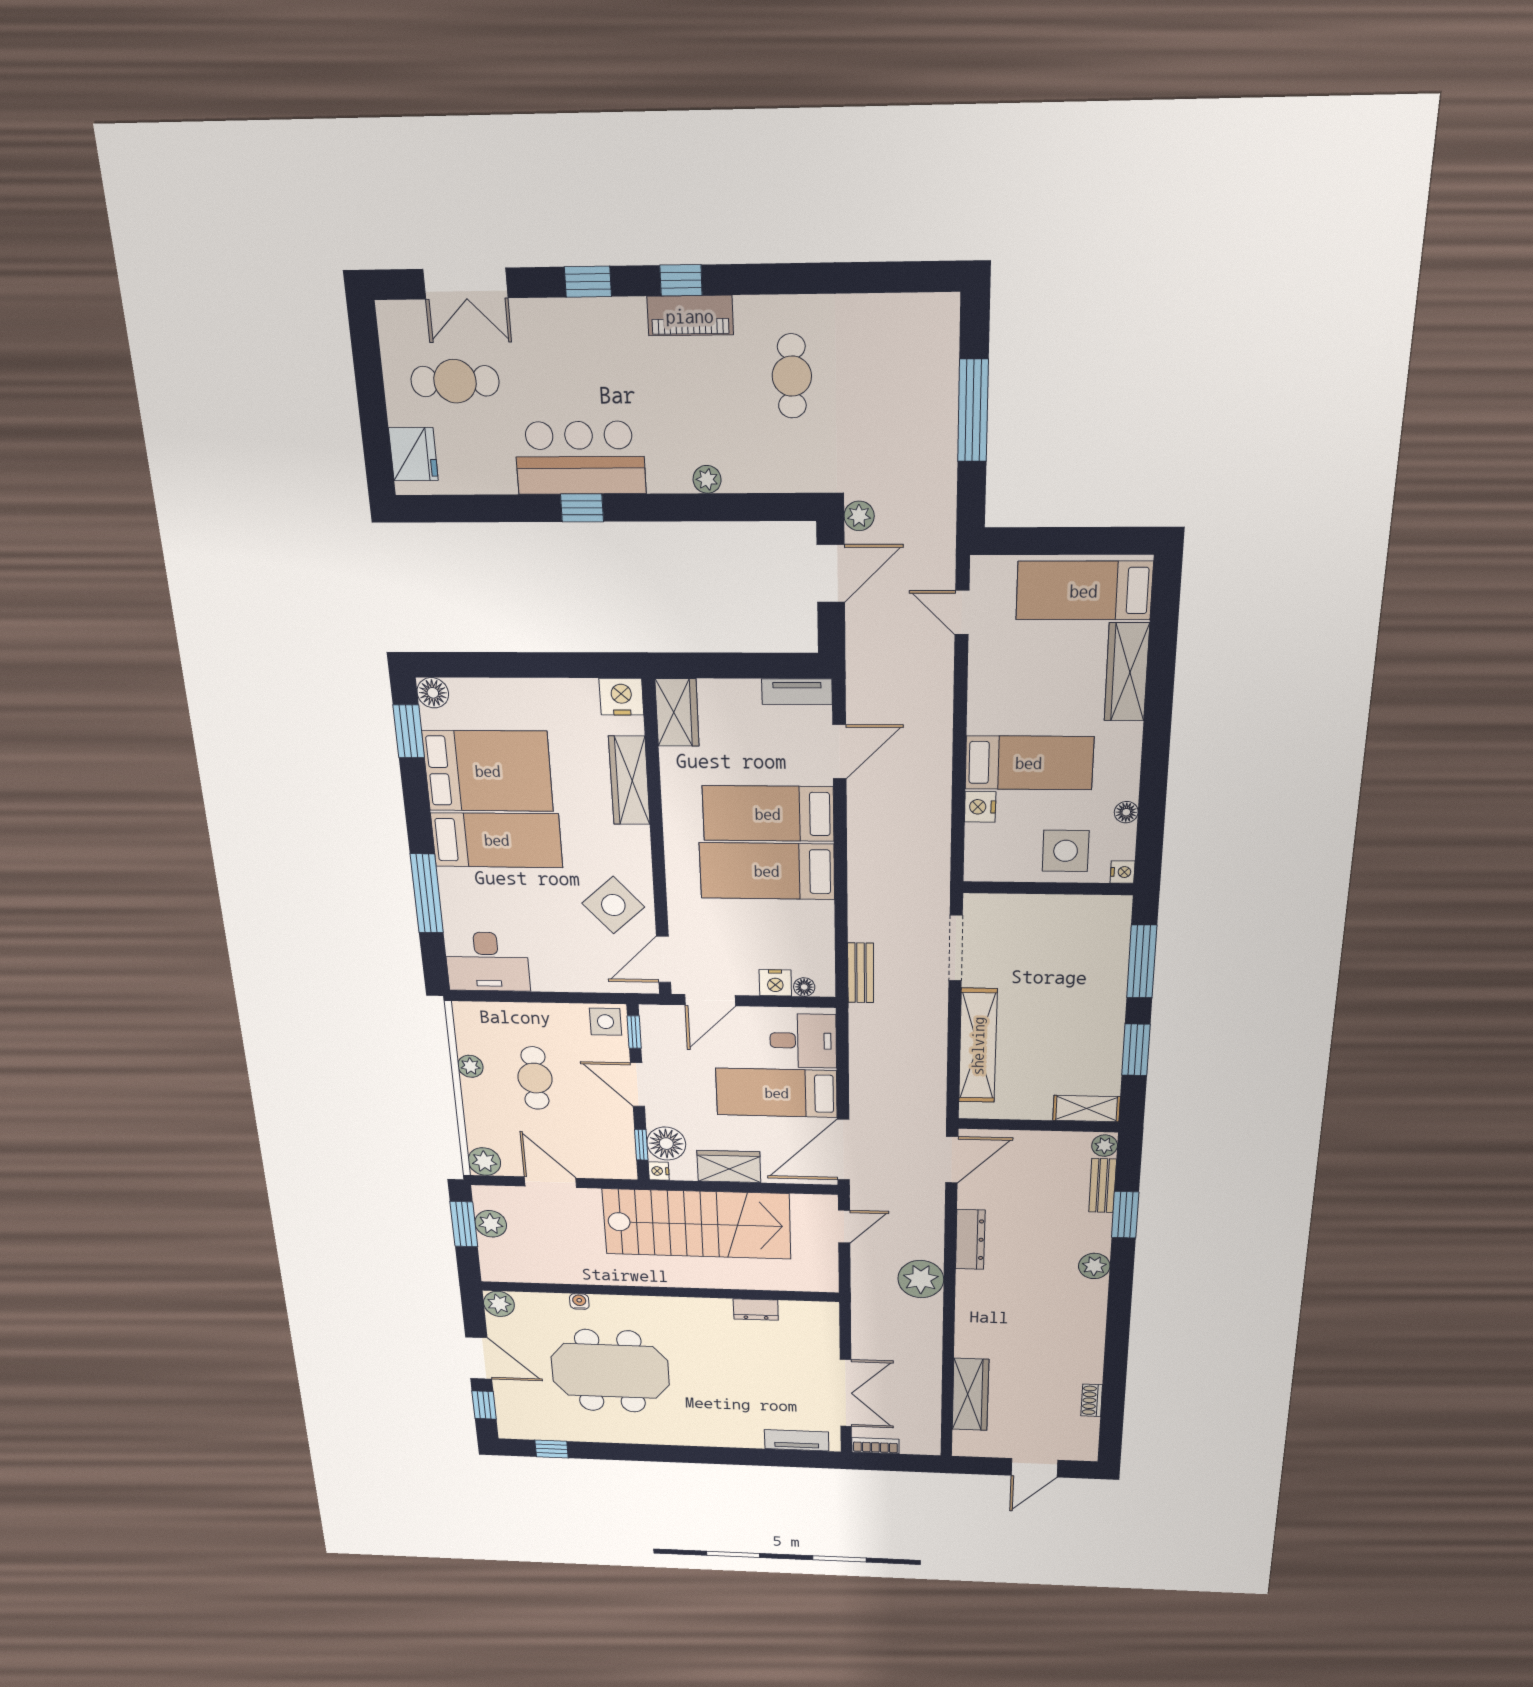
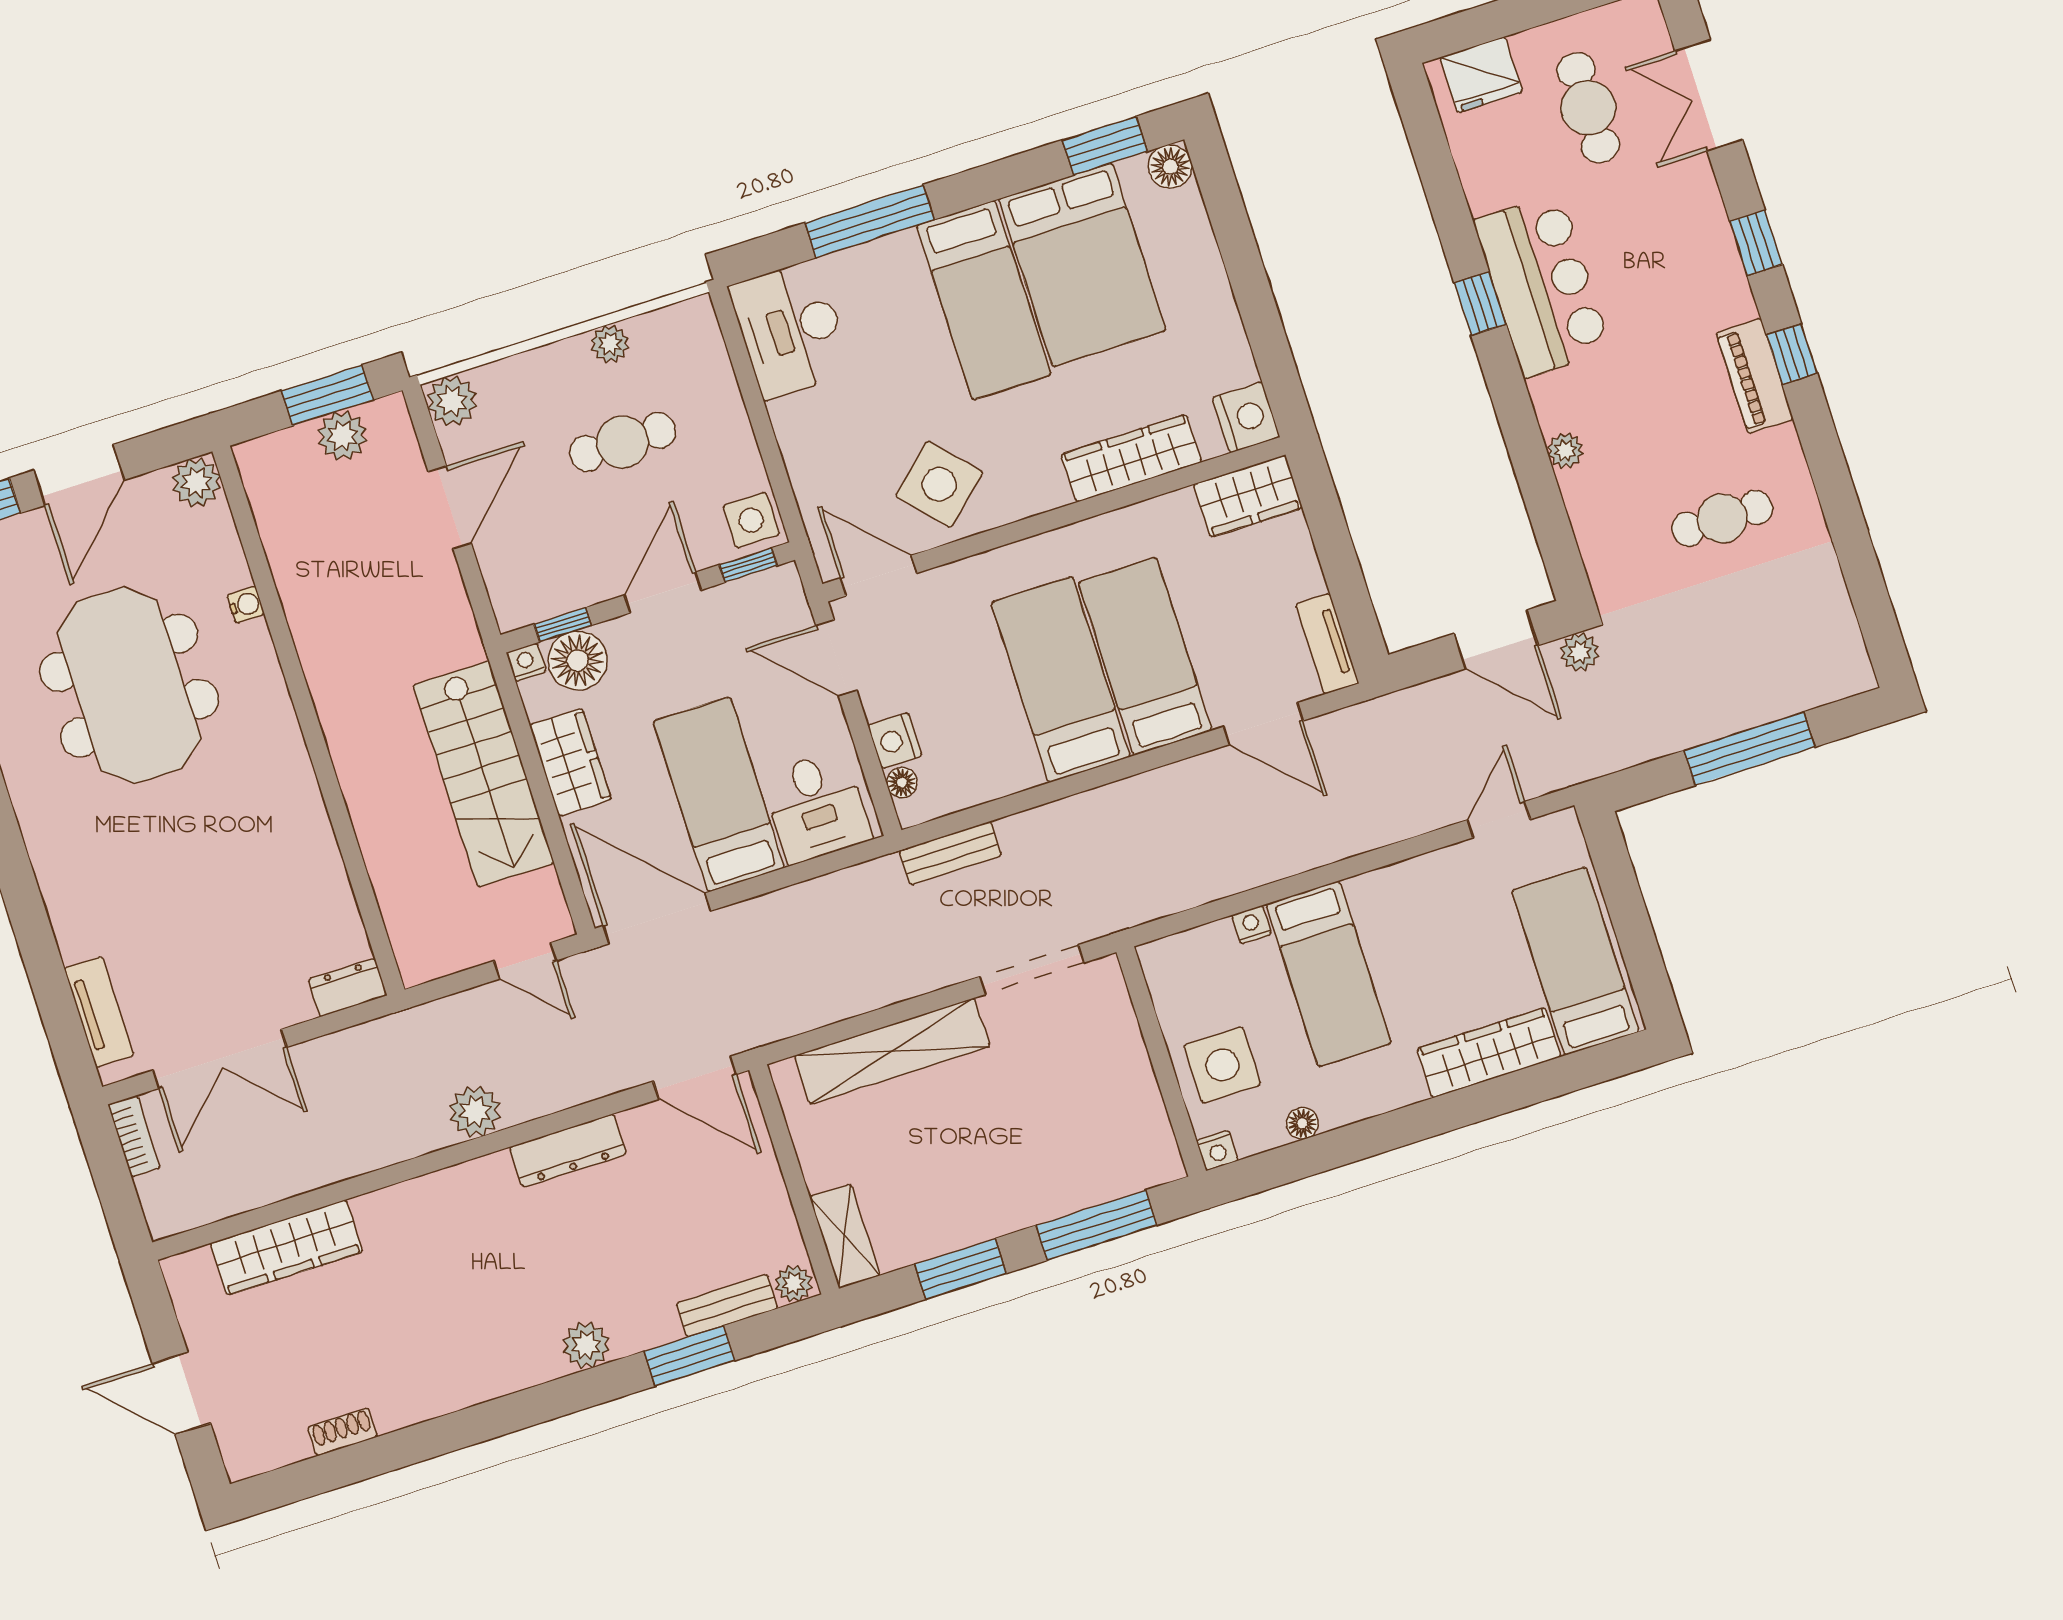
nightstand: (980, 807) -> (1251, 925), width x0.72, depth x0.74
stairs: (697, 1224) -> (484, 774), width x0.73, depth x0.66
plant: (921, 1279) -> (475, 1112), width x0.73, depth x0.73
dresser: (756, 1310) -> (348, 987), moved, turned 90

